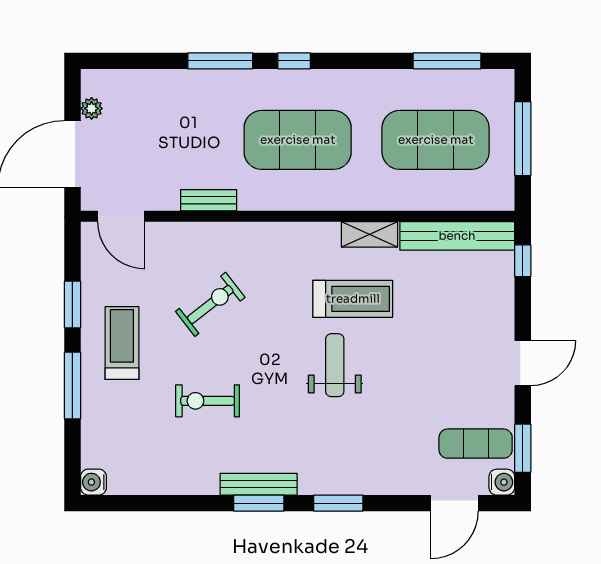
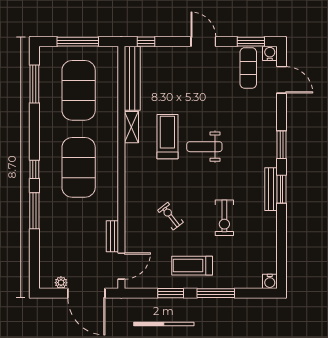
bench: (209, 200) -> (112, 236), moved
exercise bike: (210, 304) -> (170, 216), width x0.73, depth x0.72

